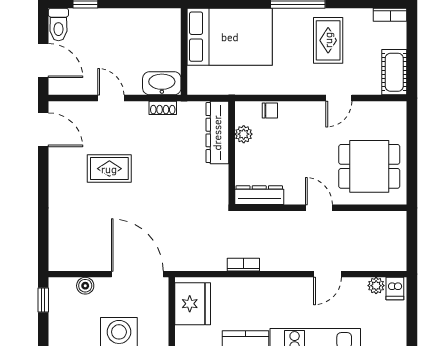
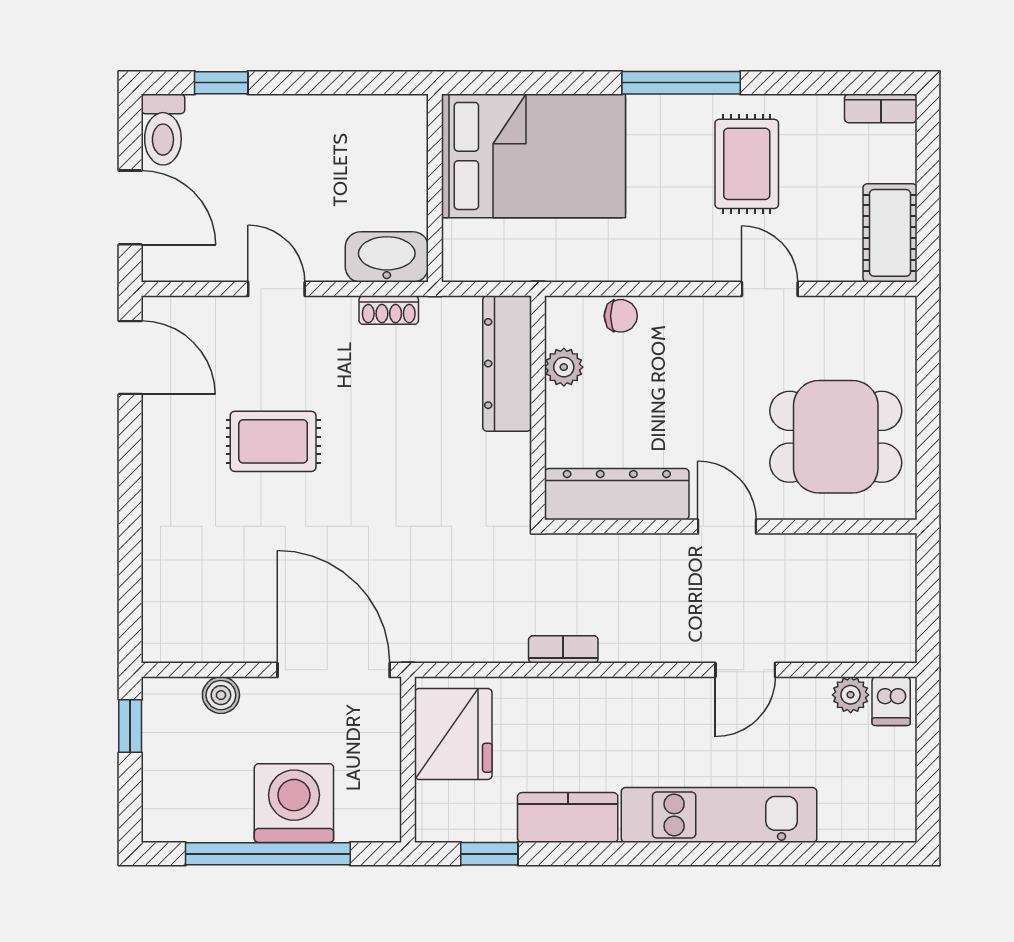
door: (339, 98) -> (770, 289), swing flipped
dresser: (259, 195) -> (617, 494), width x1.37, depth x1.24

